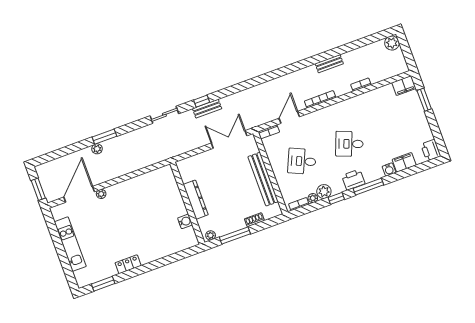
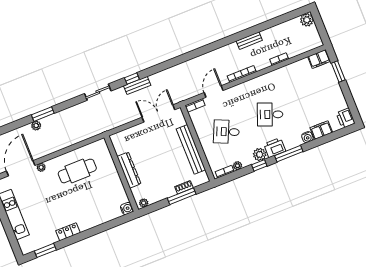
plant: (324, 191) -> (260, 154), moved
cafe table: (140, 199) -> (77, 171), added
water cooler: (185, 221) -> (127, 208), moved
window: (235, 235) -> (182, 196), moved

